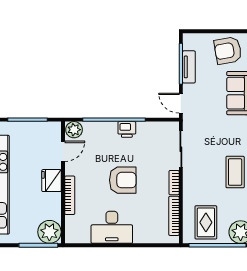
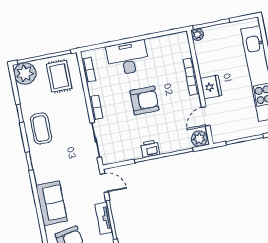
armchair: (123, 180) -> (144, 101), turned 180
bookcase: (174, 216) -> (89, 70), width x0.64
desk: (112, 227) -> (128, 58), moved
plant: (49, 232) -> (197, 35), width x0.53, depth x0.53

